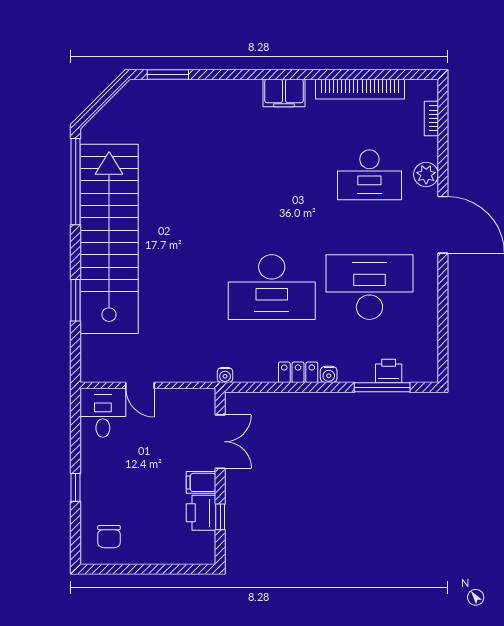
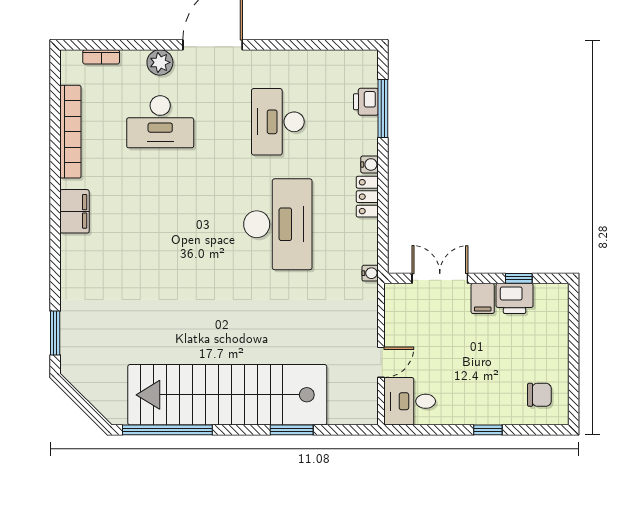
desk: (369, 175) -> (160, 122), turned 90
desk: (369, 287) -> (278, 122), width x0.73, depth x0.77

